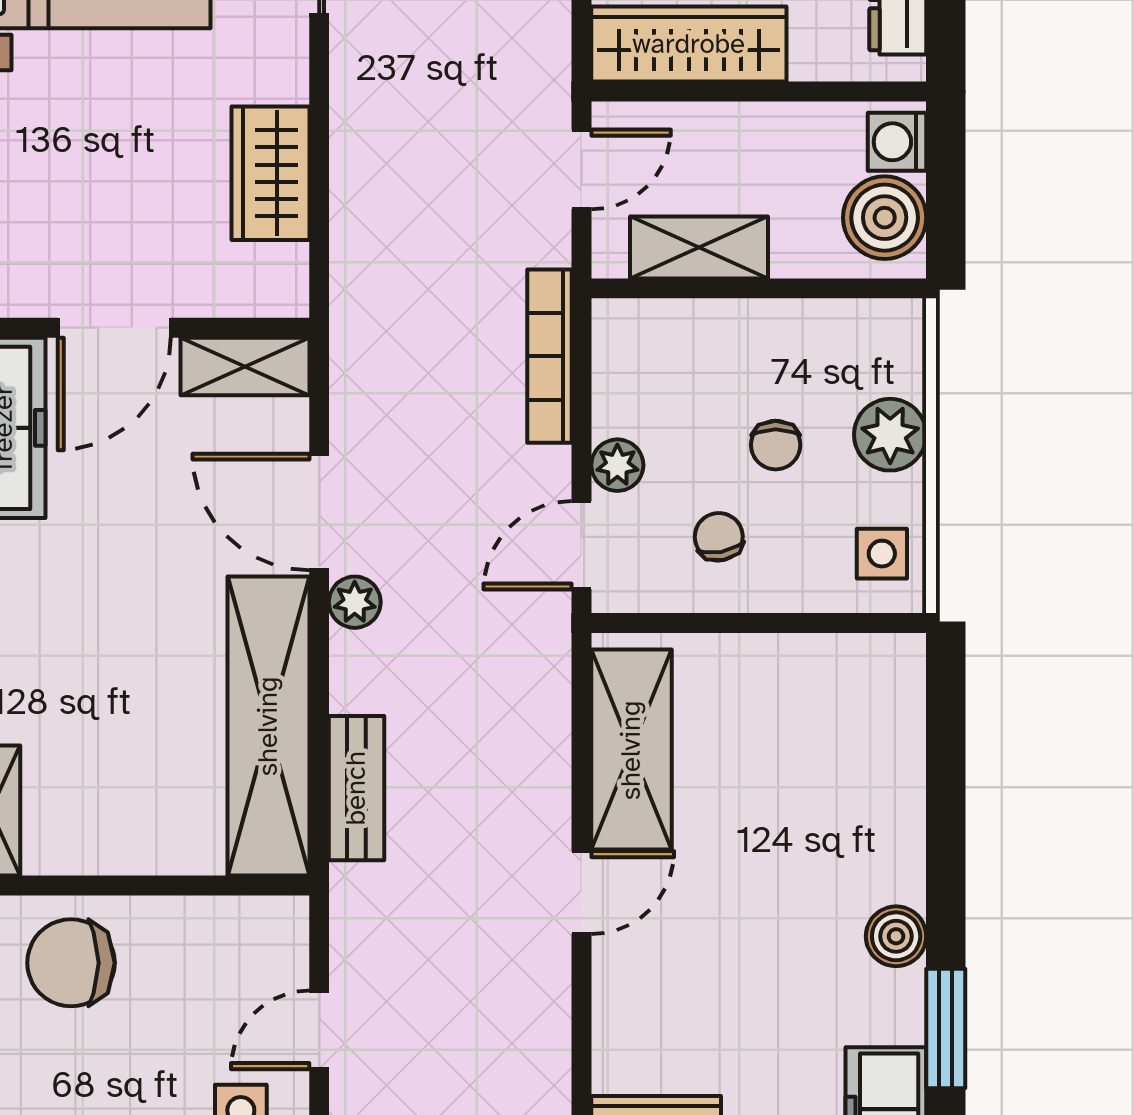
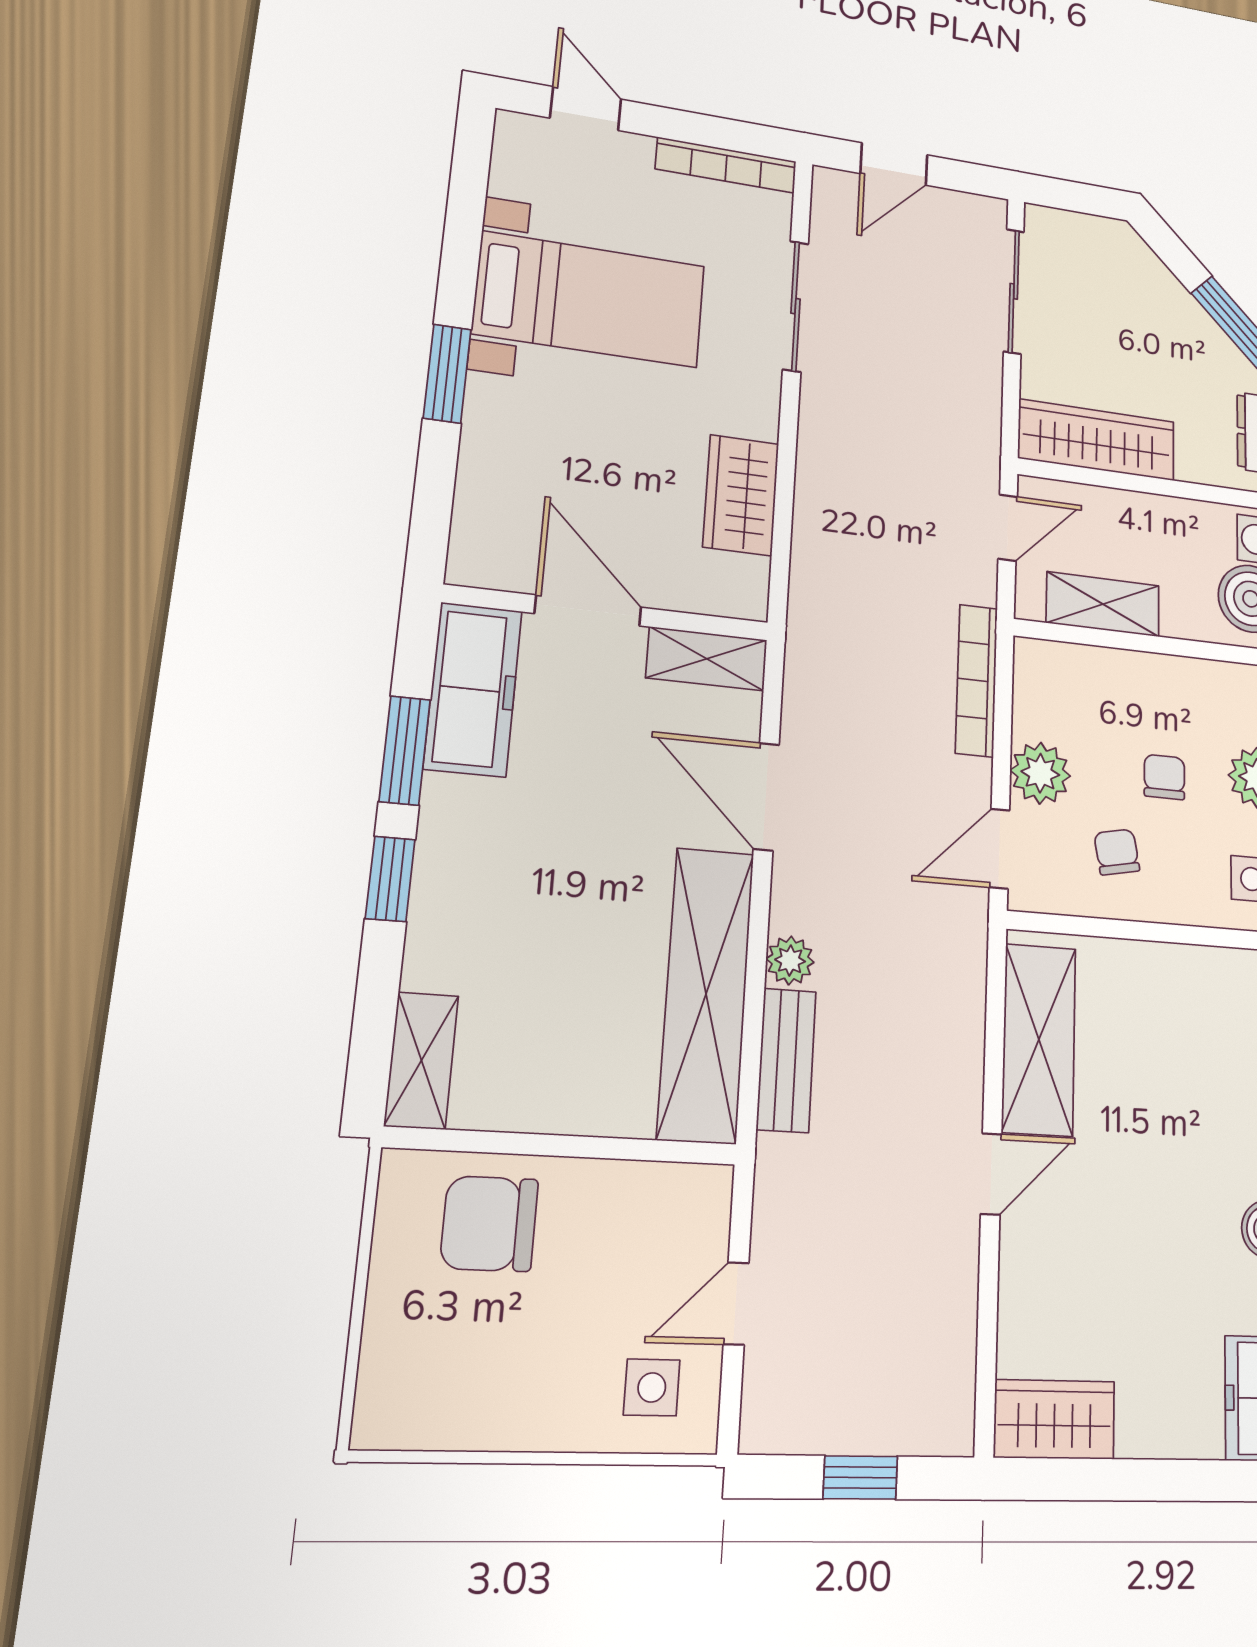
door: (114, 328) -> (588, 610), swing flipped
chair: (776, 445) -> (1164, 777), turned 180
plant: (617, 465) -> (1040, 773), width x1.38, depth x1.38
plant: (355, 602) -> (790, 960), moved

